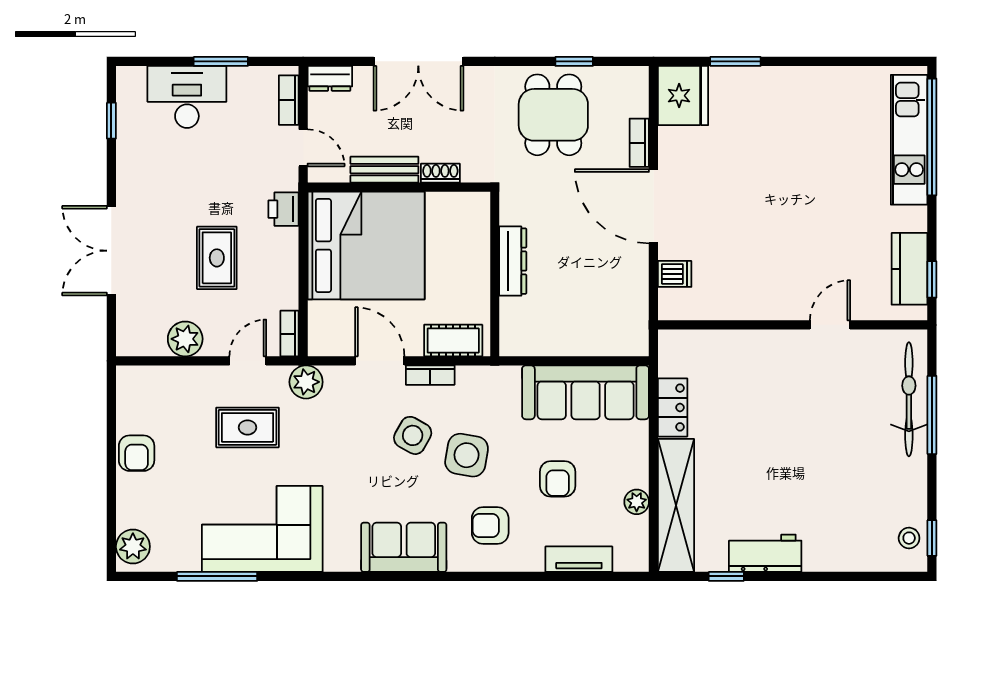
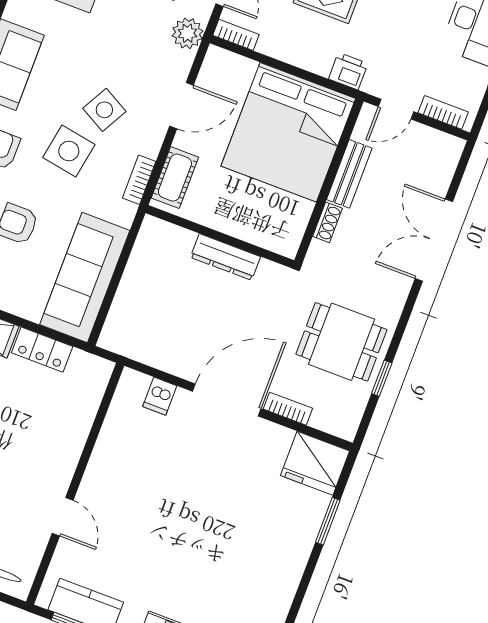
dresser: (330, 78) -> (448, 156), removed
bookcase: (430, 375) -> (139, 180), moved

